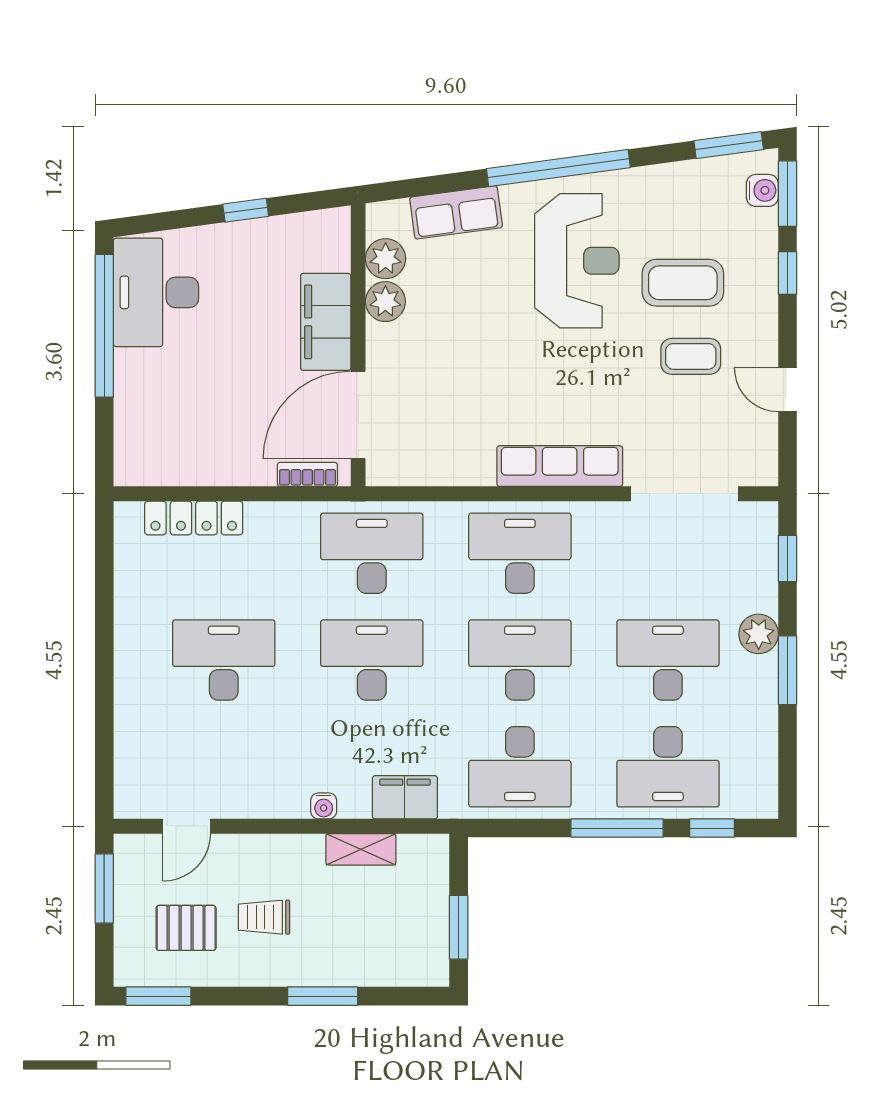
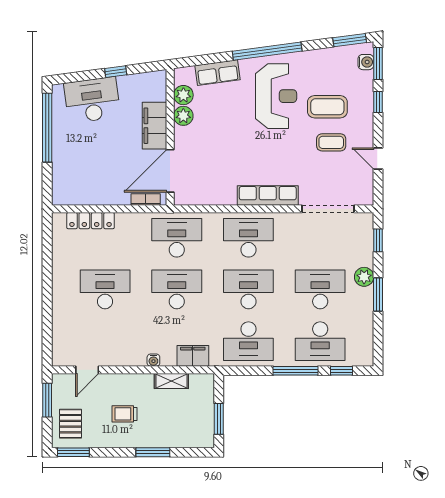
desk: (156, 292) -> (92, 100), moved, turned 82
pallet: (186, 928) -> (71, 424), moved, turned 90

